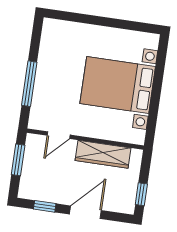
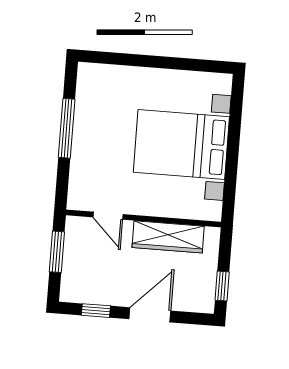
window: (29, 84) -> (67, 128), moved
door: (59, 135) -> (108, 216), hinge flipped

